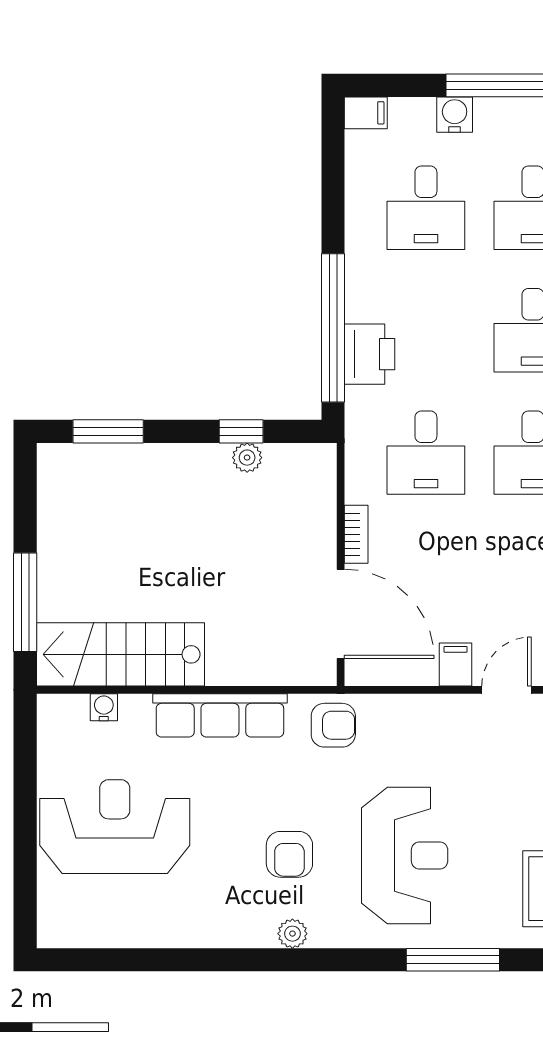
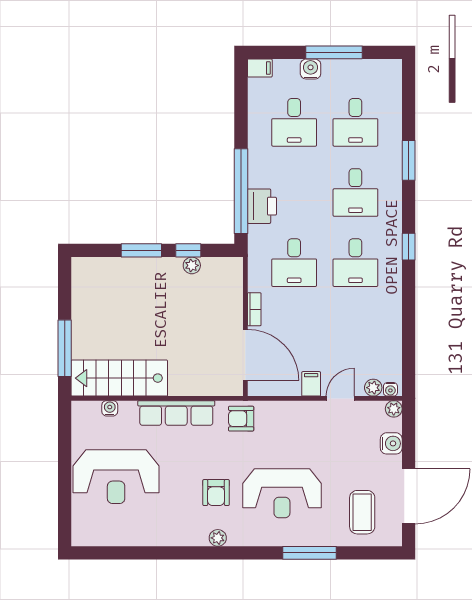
window: (108, 431) -> (141, 250), moved
armchair: (333, 725) -> (241, 419), turned 180
reception desk: (115, 827) -> (116, 477), turned 180
reception desk: (405, 855) -> (282, 493), turned 90

